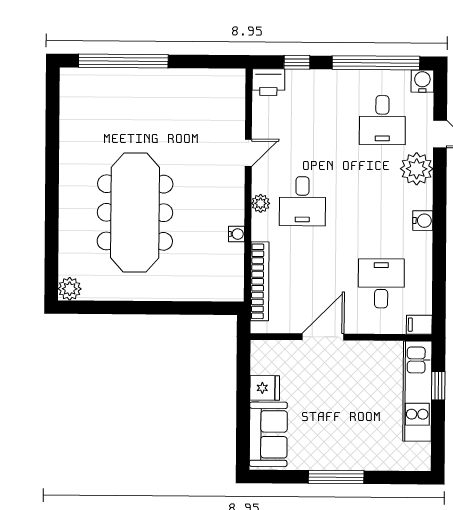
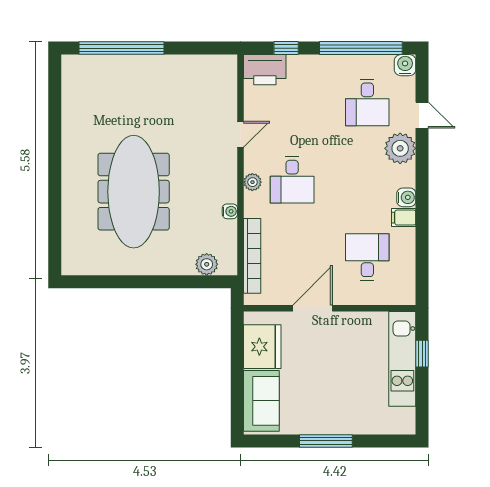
printer: (268, 82) -> (265, 70), width x1.37, depth x1.19
plant: (70, 289) -> (207, 264), moved
filing cabinet: (419, 325) -> (404, 218), moved
fridge: (265, 388) -> (262, 347), width x1.88, depth x1.34

